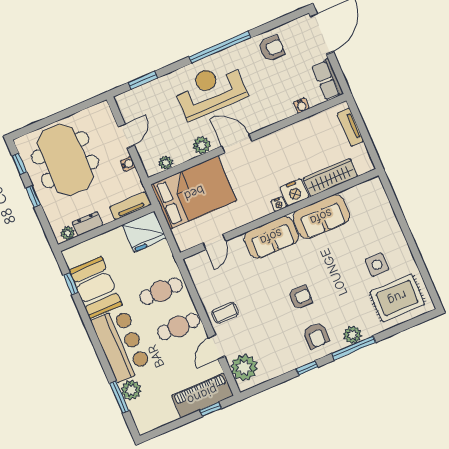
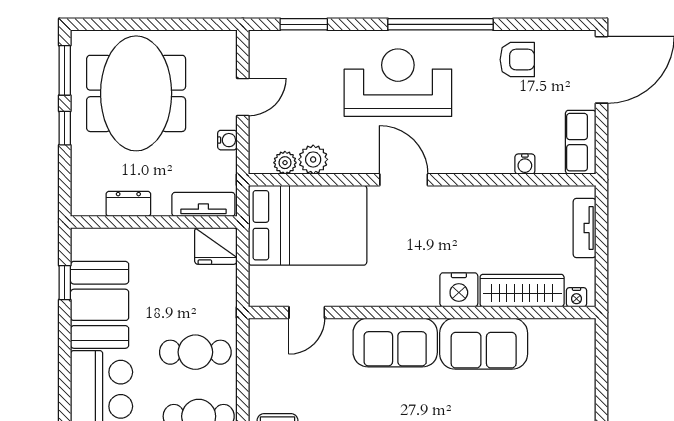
plant: (202, 145) -> (313, 159), moved
window: (19, 164) -> (65, 70), width x1.50
nightstand: (279, 204) -> (577, 297), moved
fridge: (144, 232) -> (216, 246), width x0.73, depth x0.75
plant: (68, 233) -> (93, 205), removed

